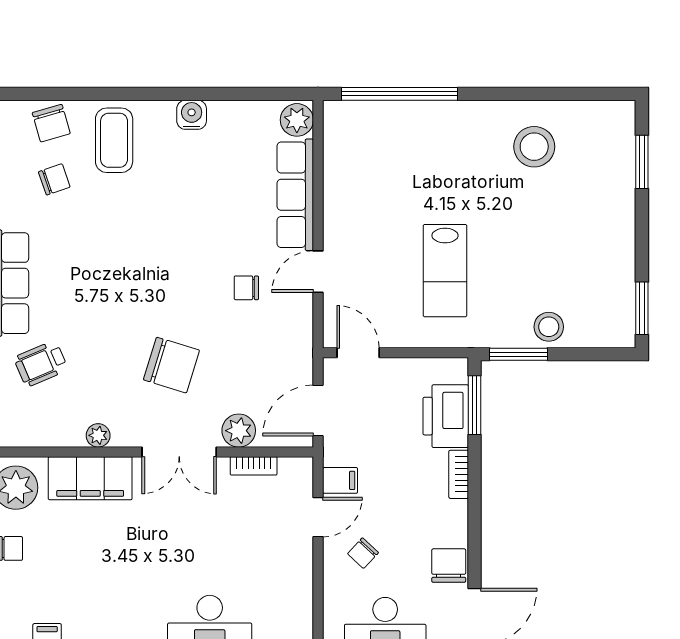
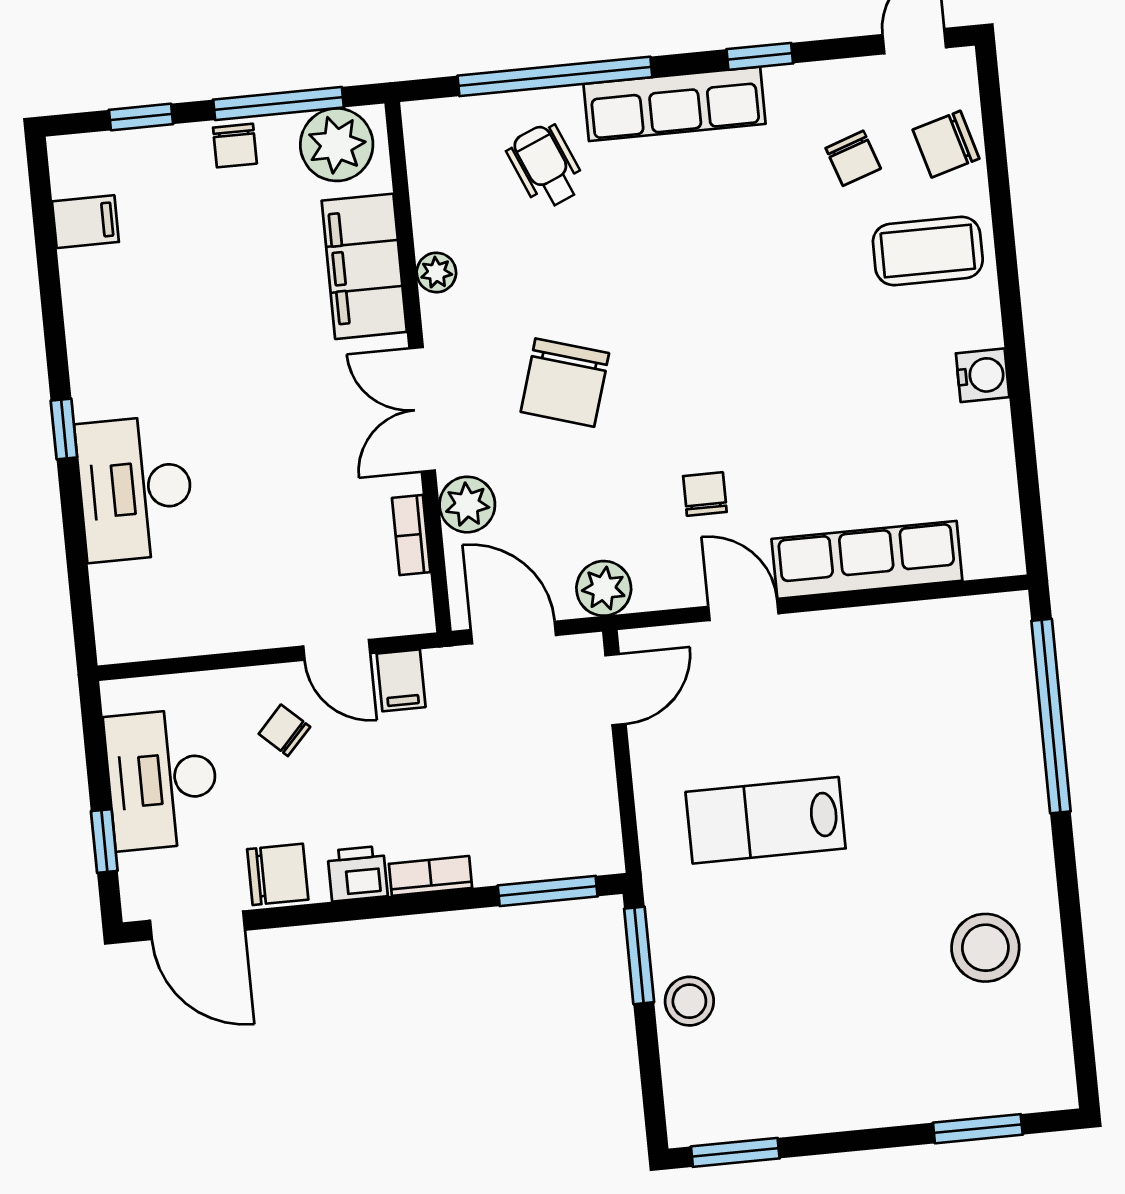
plant: (297, 120) -> (604, 588), moved
printer: (446, 416) -> (358, 874), moved, width x0.53, depth x0.68

